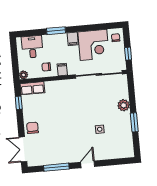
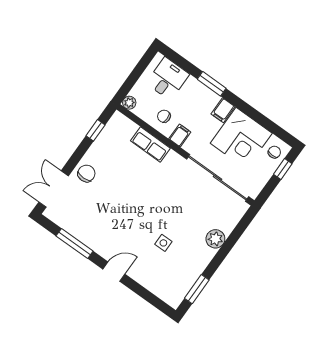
window: (128, 54) -> (283, 169), moved
row of seats: (32, 88) -> (150, 145), moved
window: (134, 122) -> (197, 289), moved

